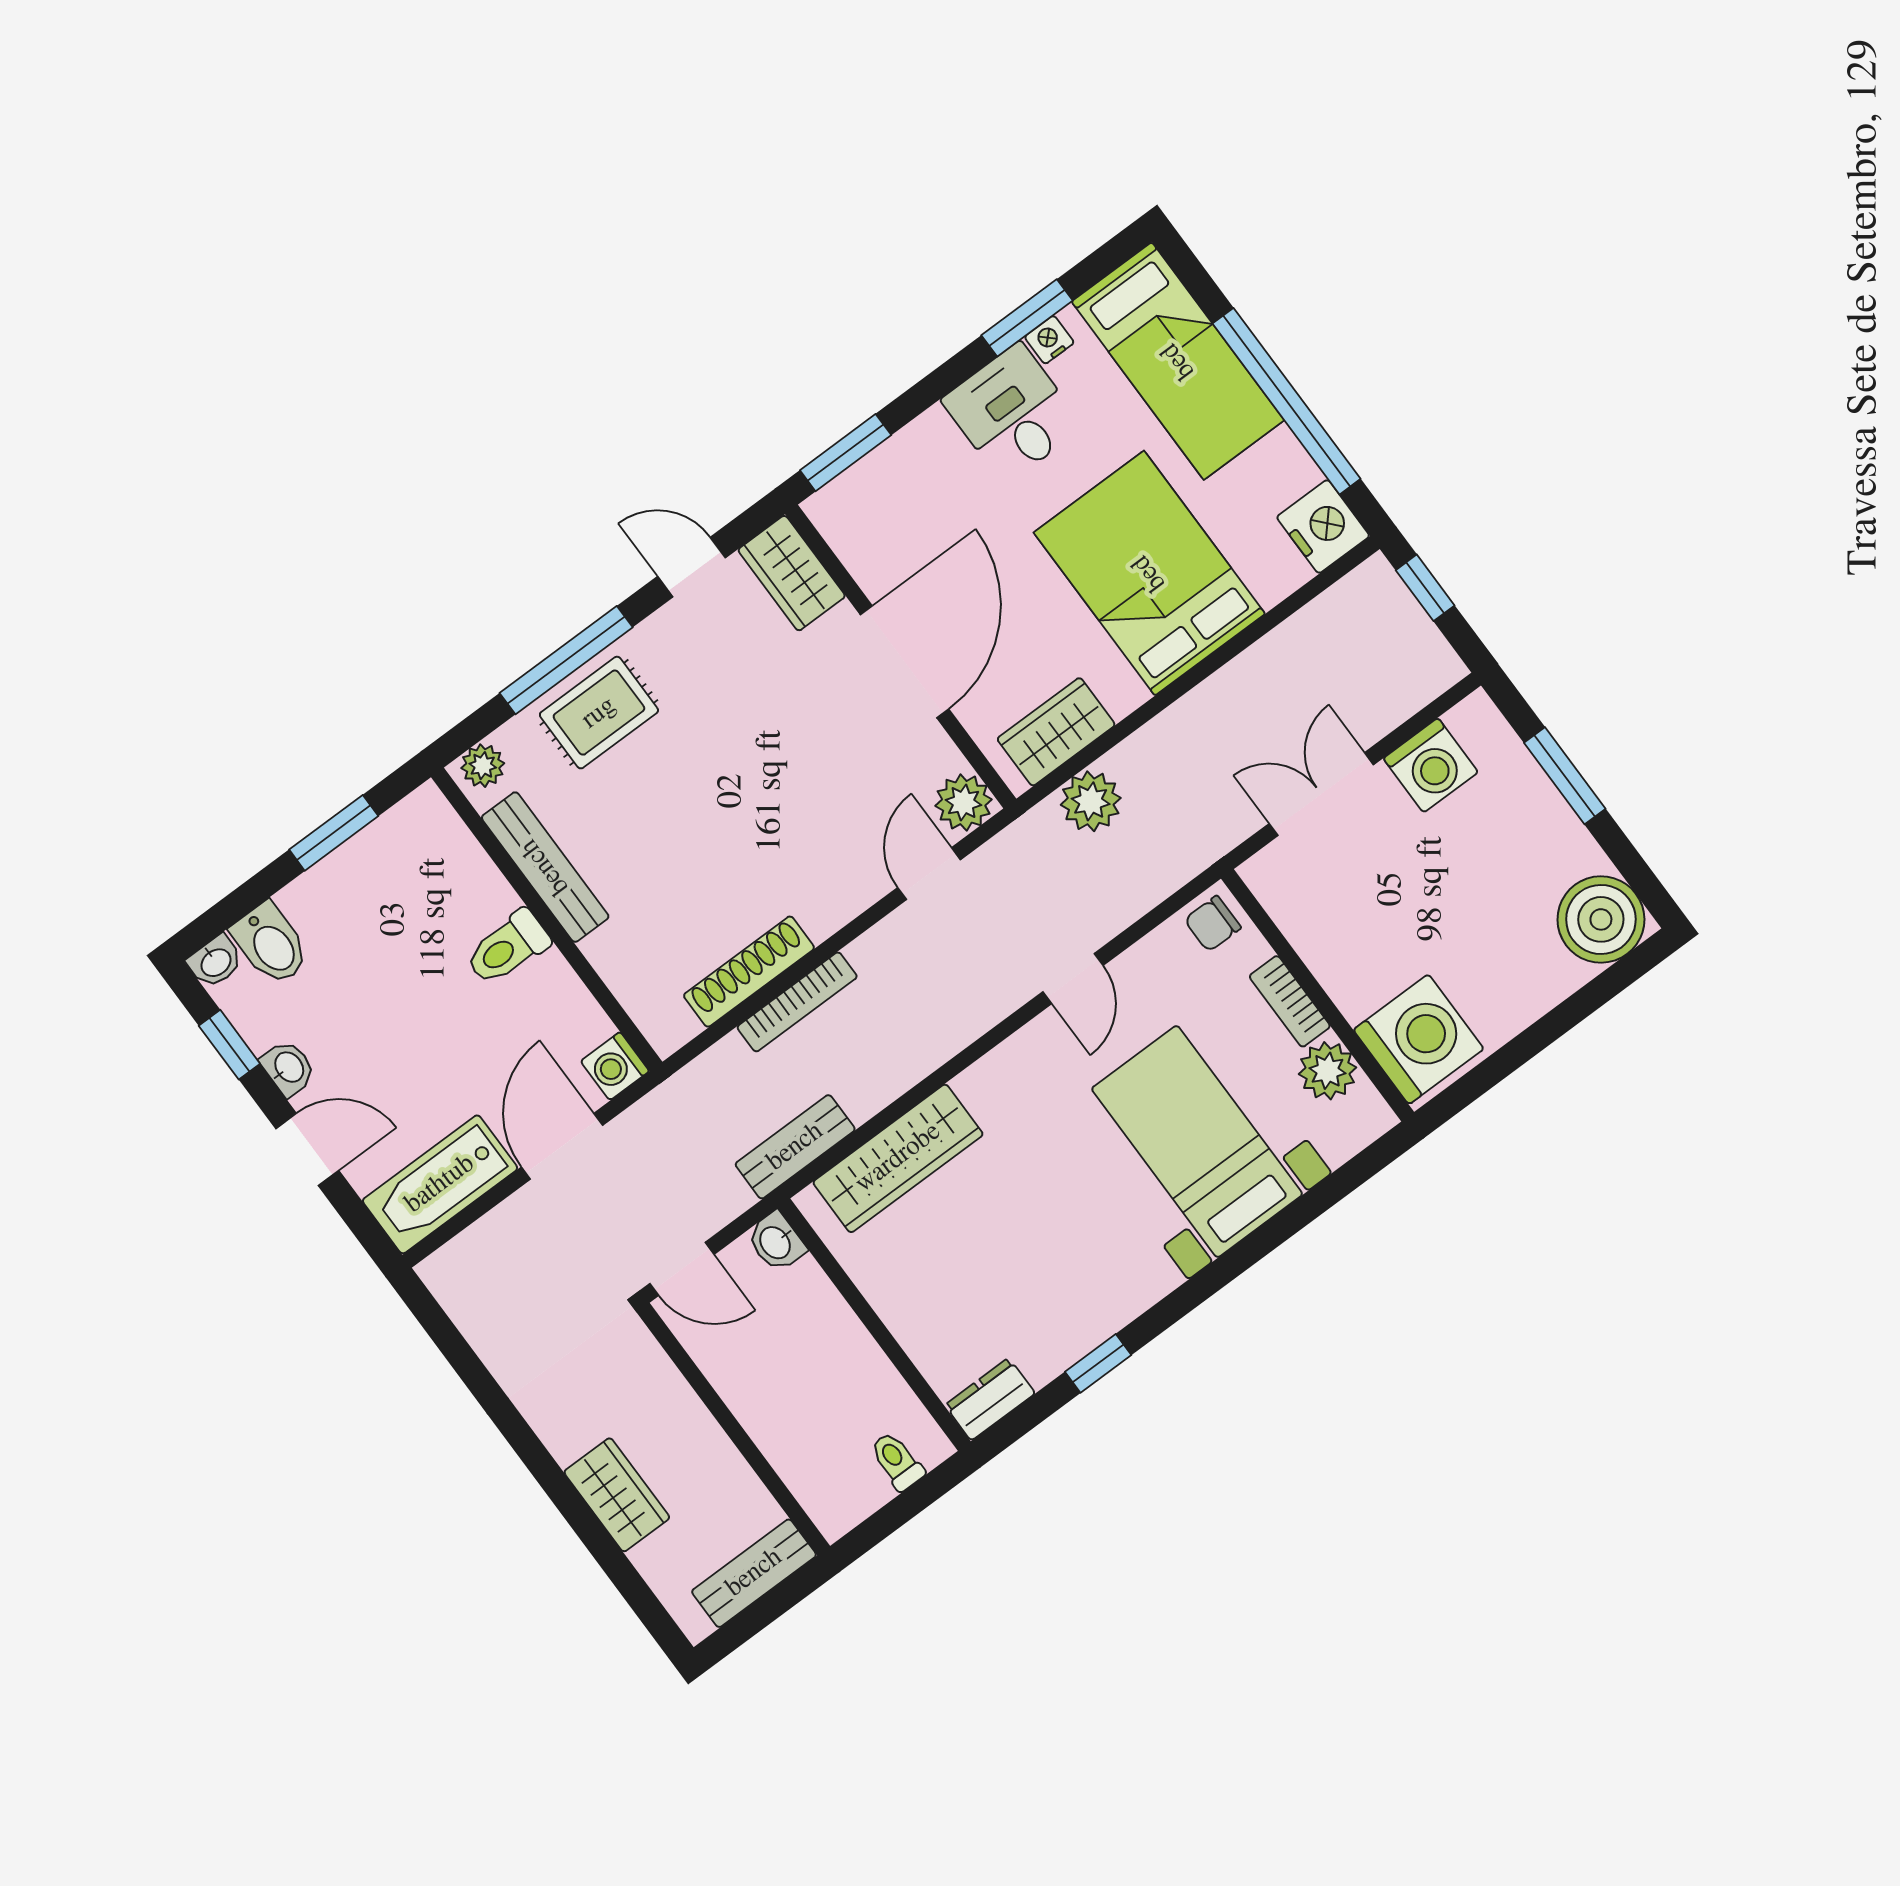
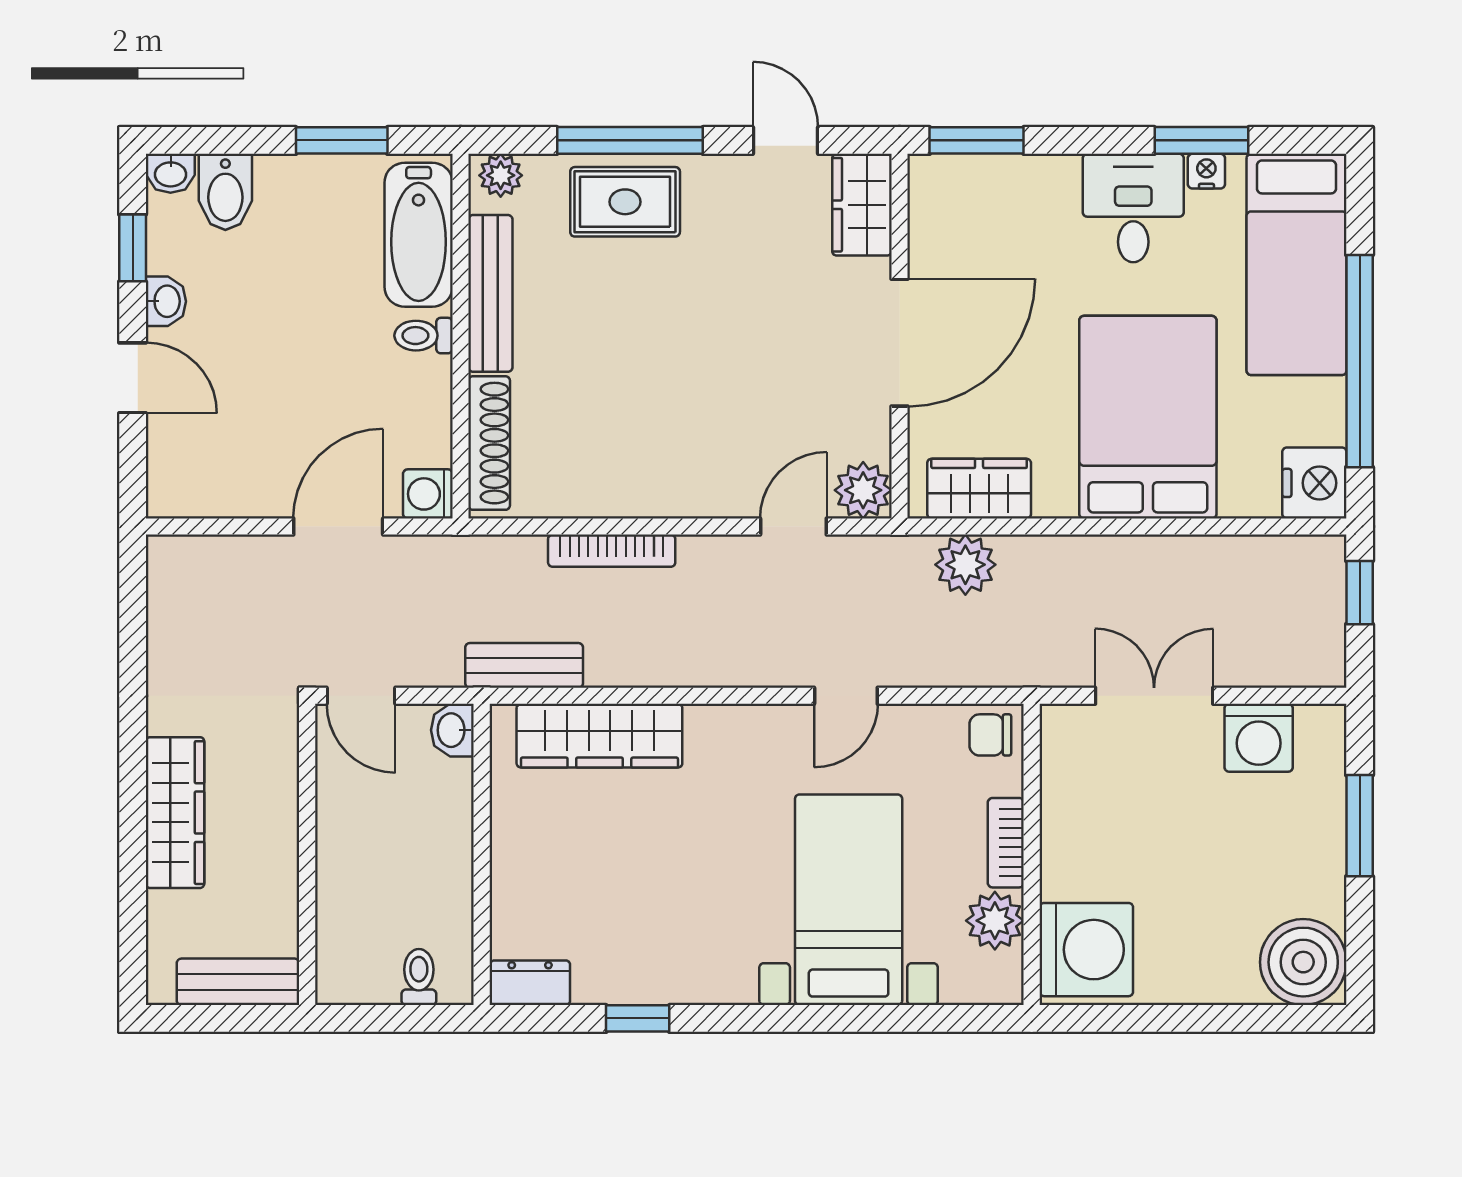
toilet: (507, 948) -> (424, 336), width x0.73, depth x0.72
shoe rack: (749, 972) -> (489, 443), moved, turned 90
bathtub: (440, 1184) -> (419, 235), moved, turned -90
wardrobe: (617, 1495) -> (175, 813), width x1.50

